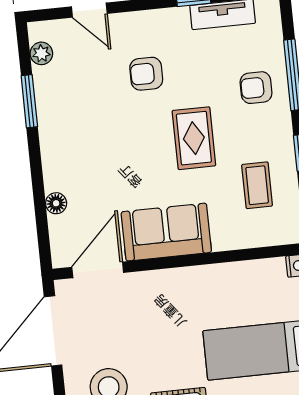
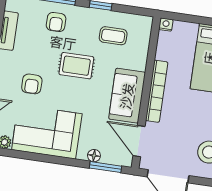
window: (29, 101) -> (105, 167), moved
corner sofa: (75, 117) -> (47, 132), added
bookcase: (185, 278) -> (157, 91), added

